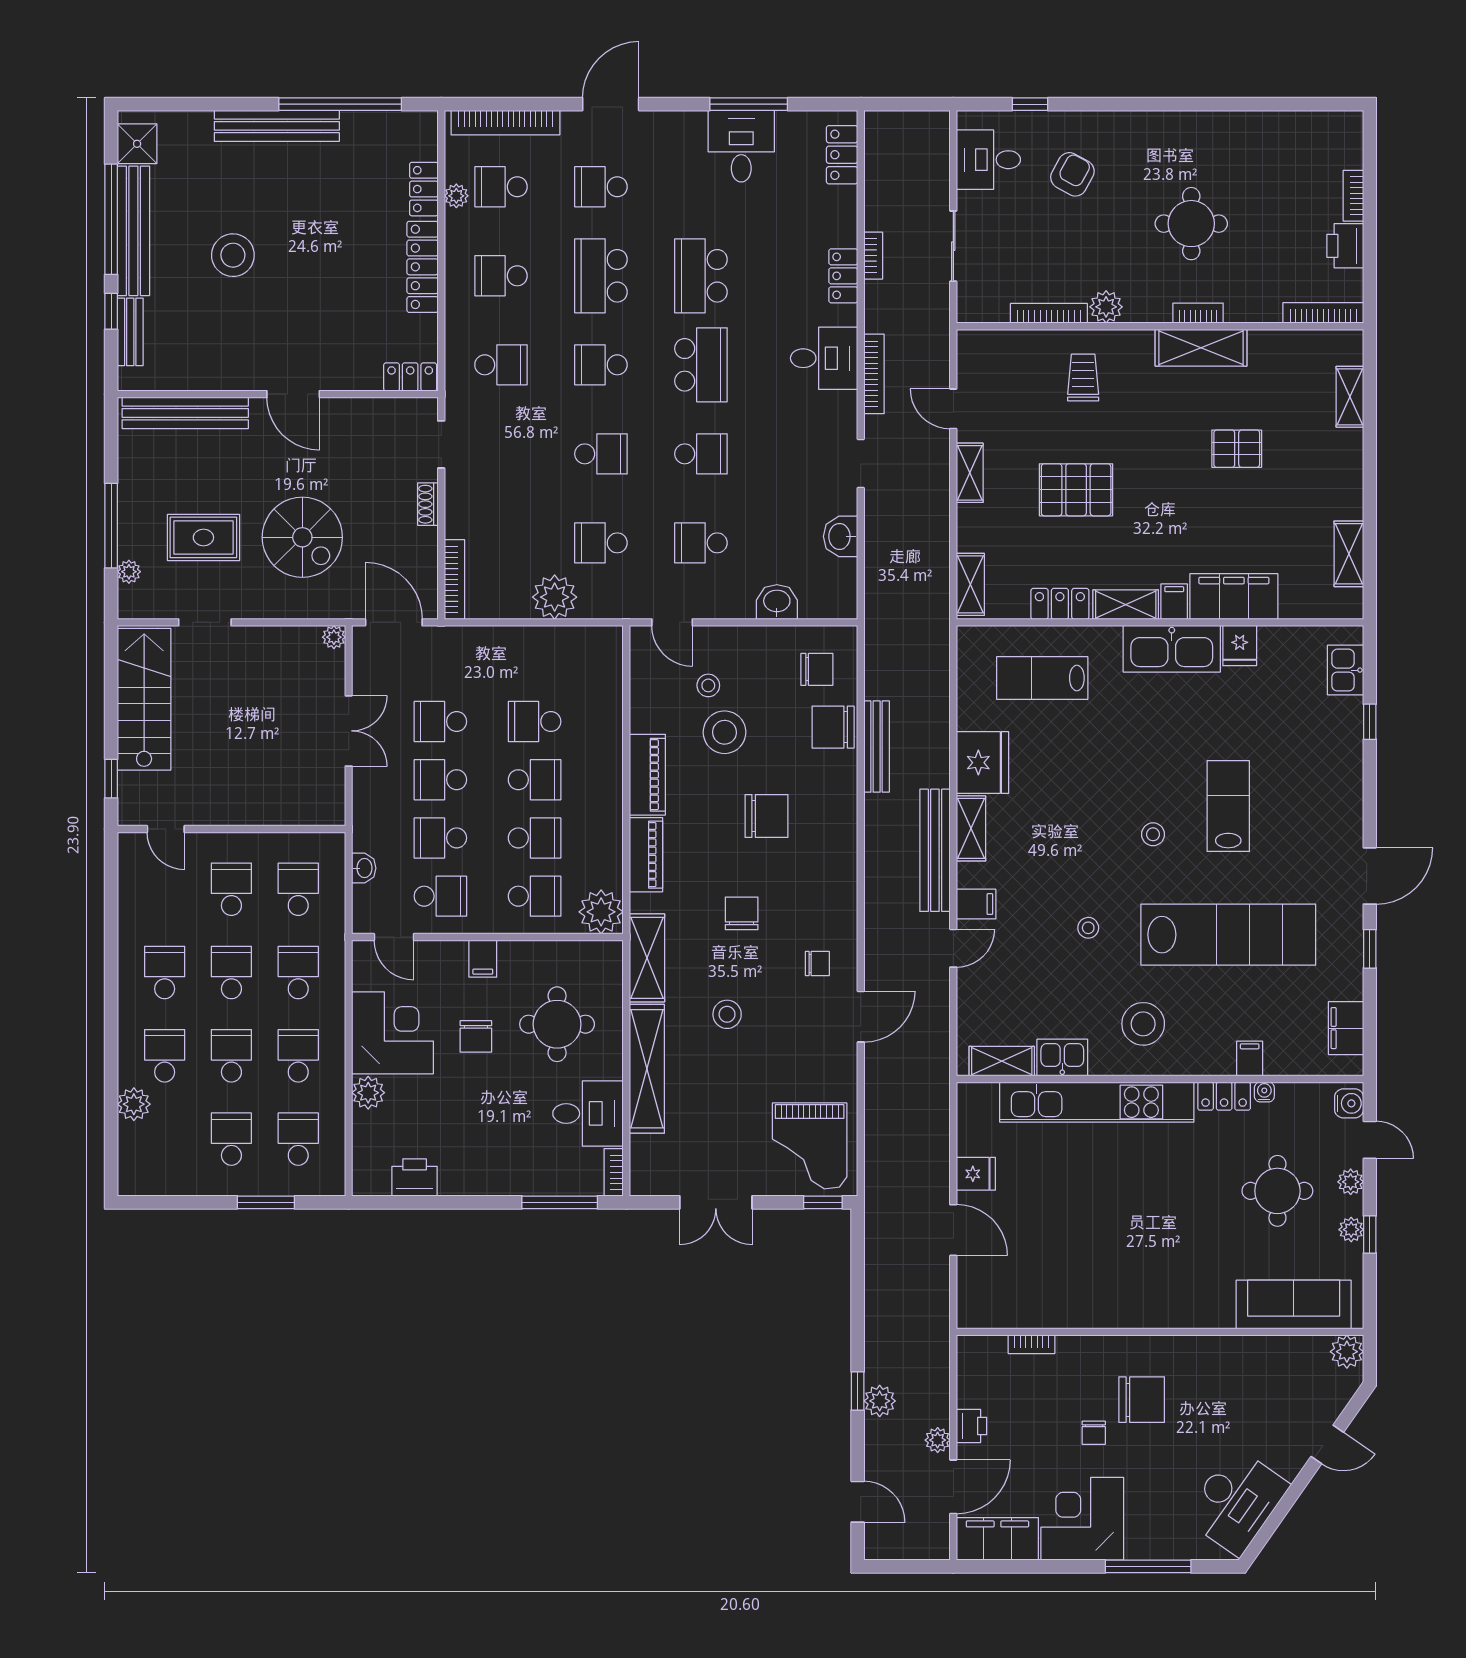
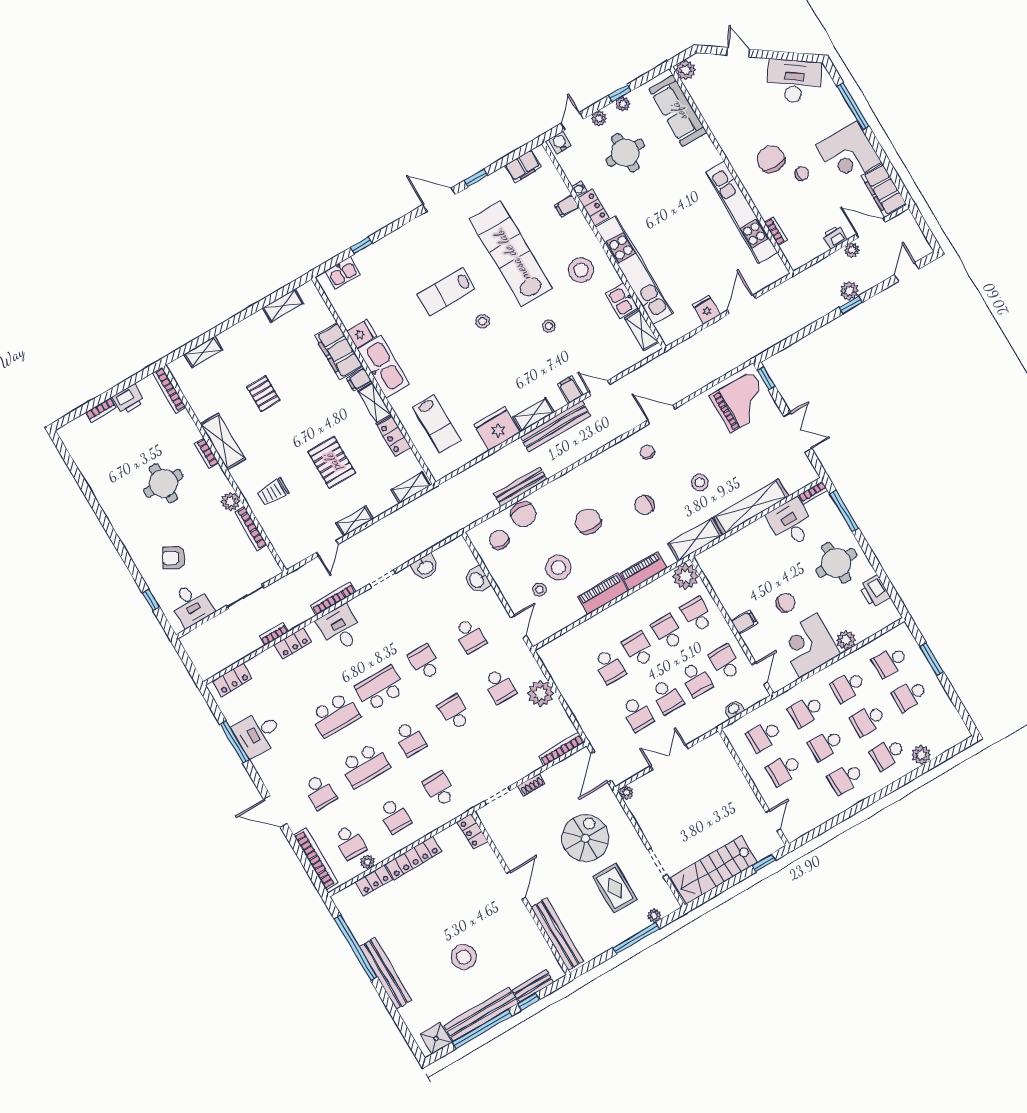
round table: (557, 1024) -> (836, 563), moved
kitchen unit: (1088, 1310) -> (742, 213), added

